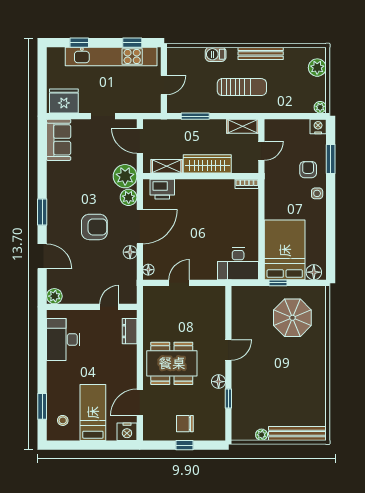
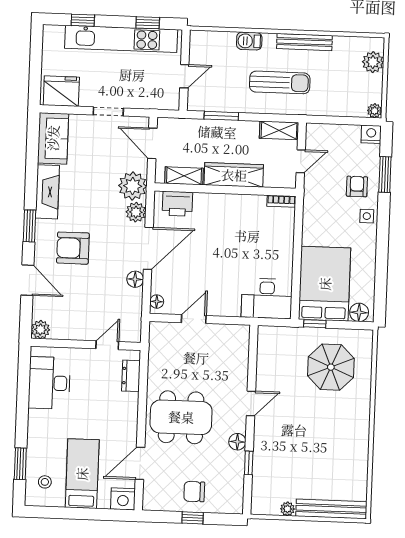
fireplace: (56, 184) -> (47, 192), added
armchair: (94, 227) -> (73, 248), moved, turned 180

